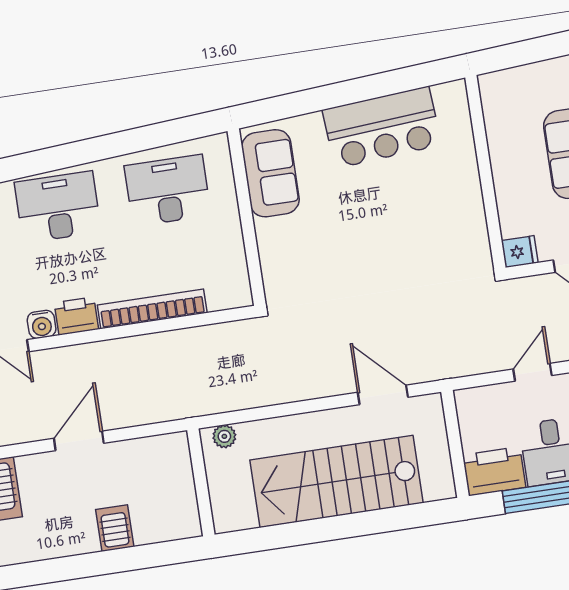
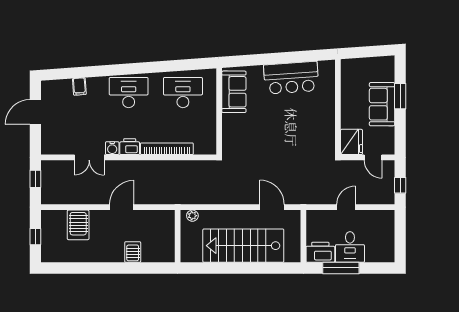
fridge: (520, 252) -> (351, 142), width x1.88, depth x1.34

